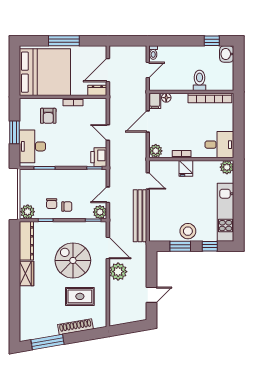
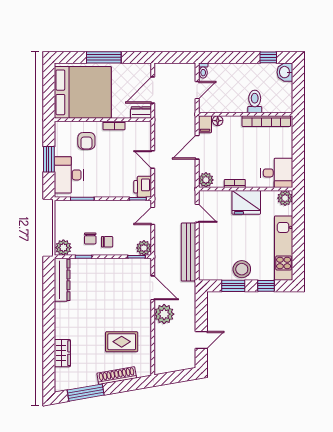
fridge: (186, 168) -> (246, 202), width x1.88, depth x1.34
door: (108, 195) -> (153, 216), moved
spiral stairs: (73, 260) -> (114, 302), removed
wardrobe: (27, 274) -> (62, 353), moved

